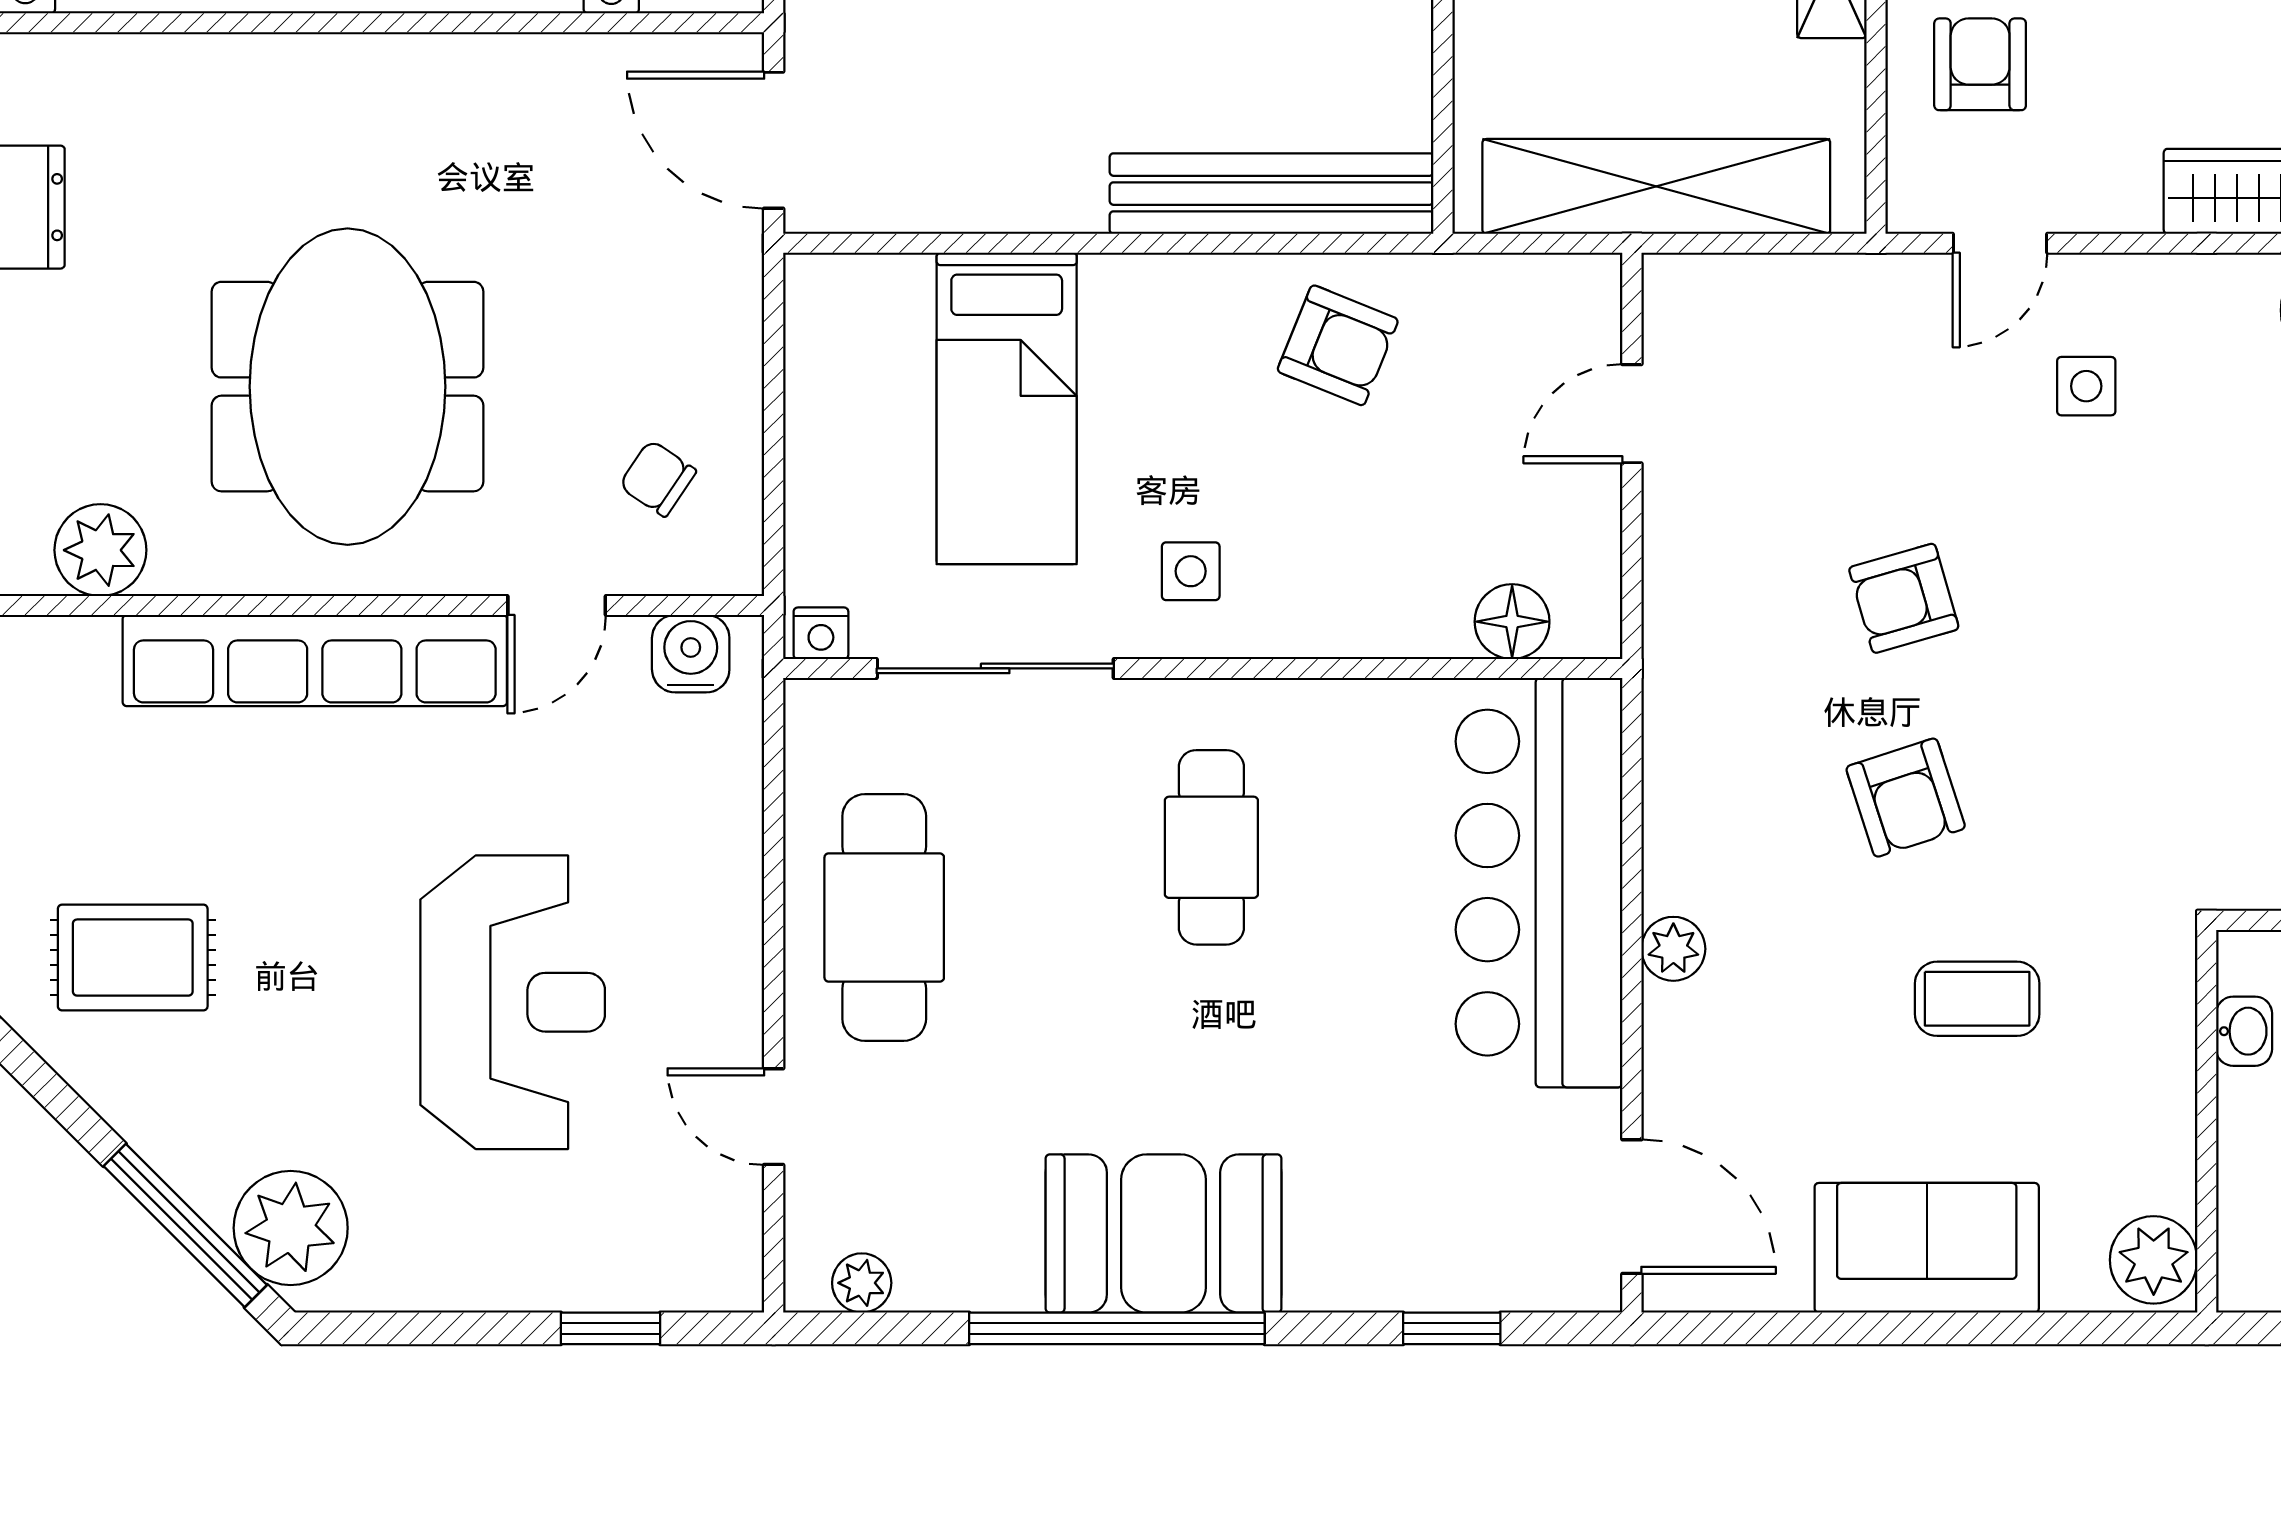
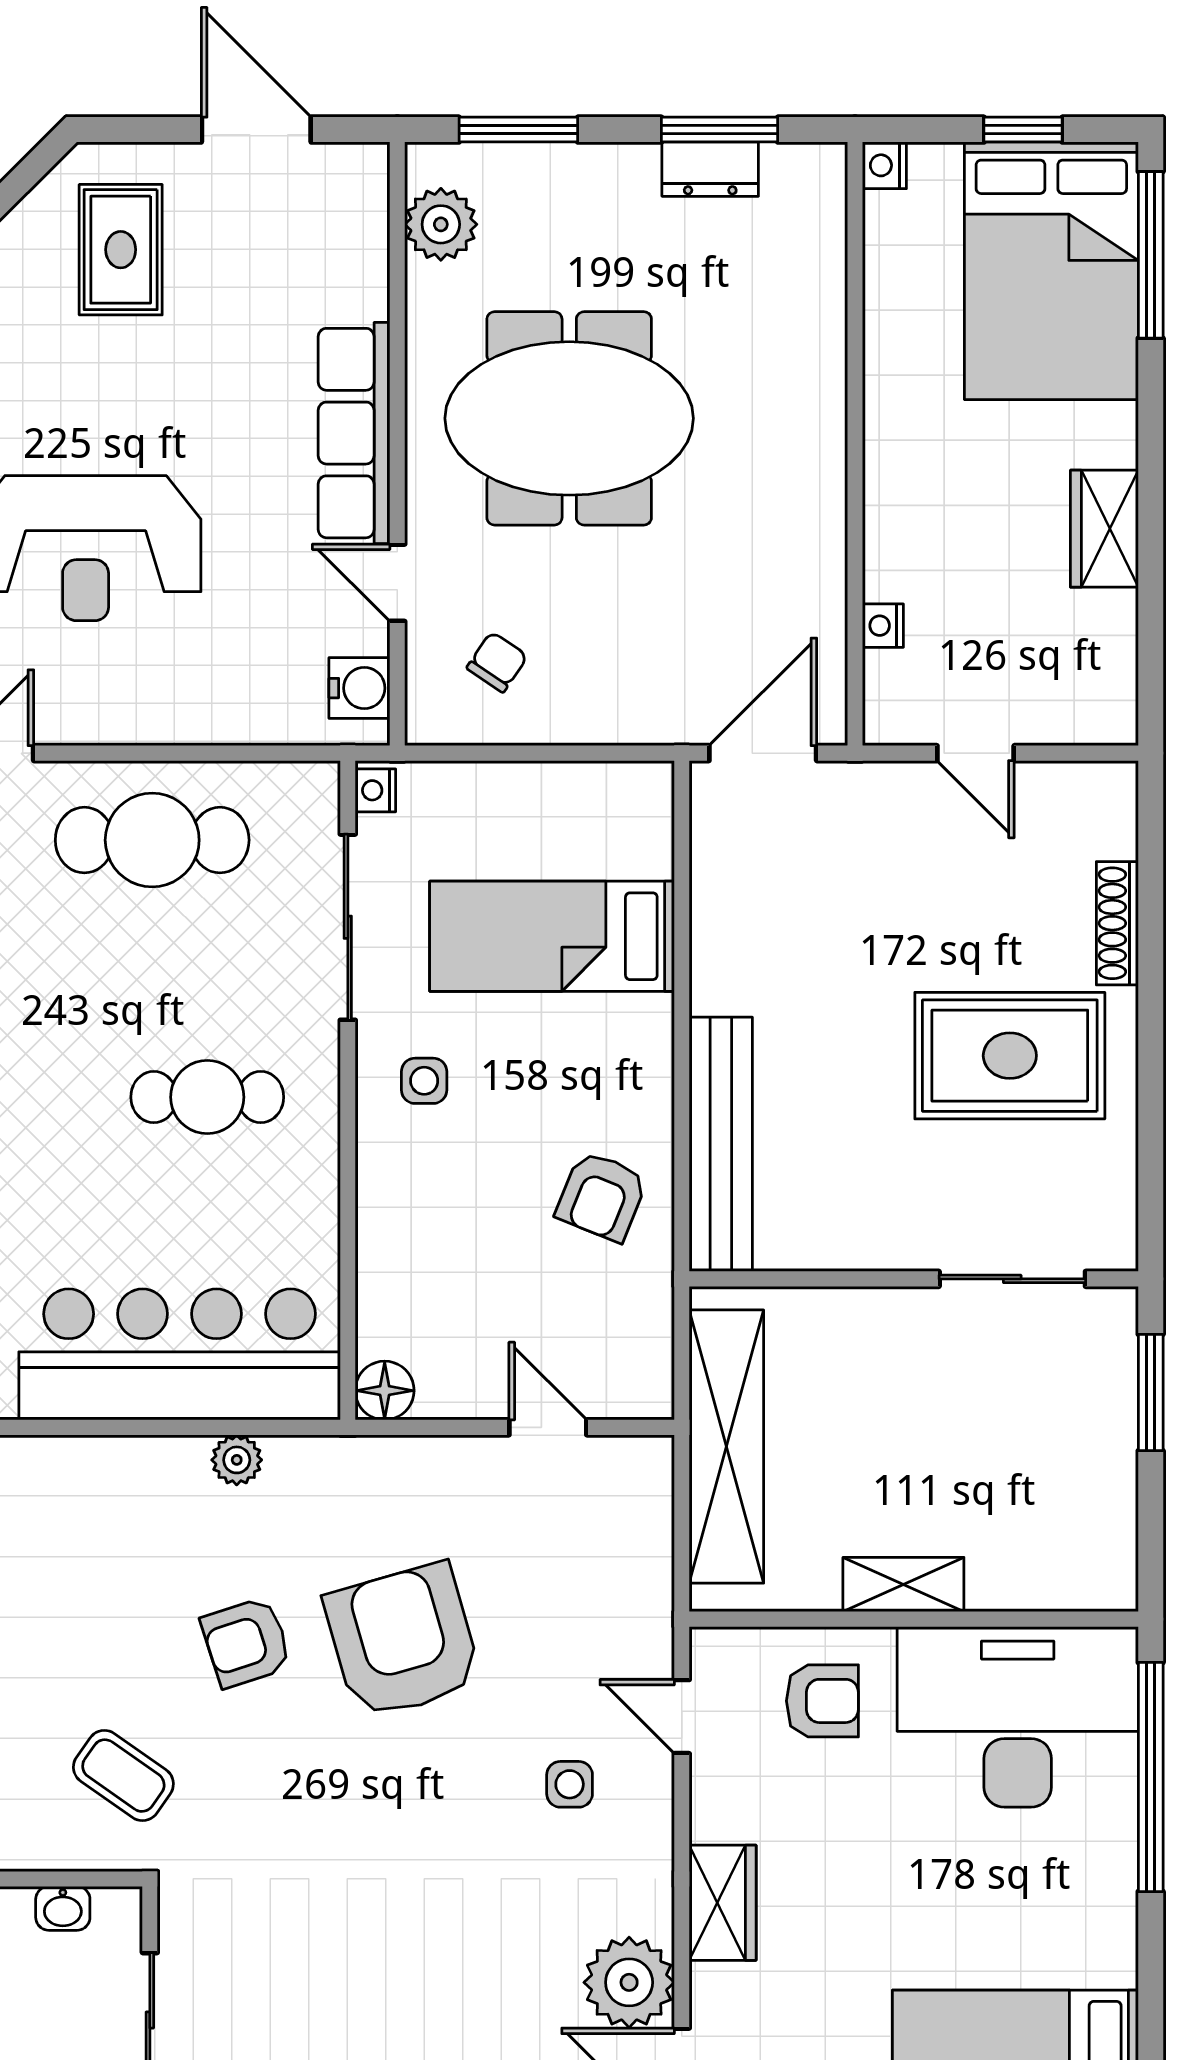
armchair: (1904, 598) -> (403, 1641), width x1.88, depth x1.88
floor lamp: (1512, 622) -> (385, 1391), moved
row of seats: (315, 660) -> (354, 433), width x0.73
plant: (1673, 949) -> (237, 1460), moved
coffee table: (1977, 999) -> (123, 1776), moved, turned -55

